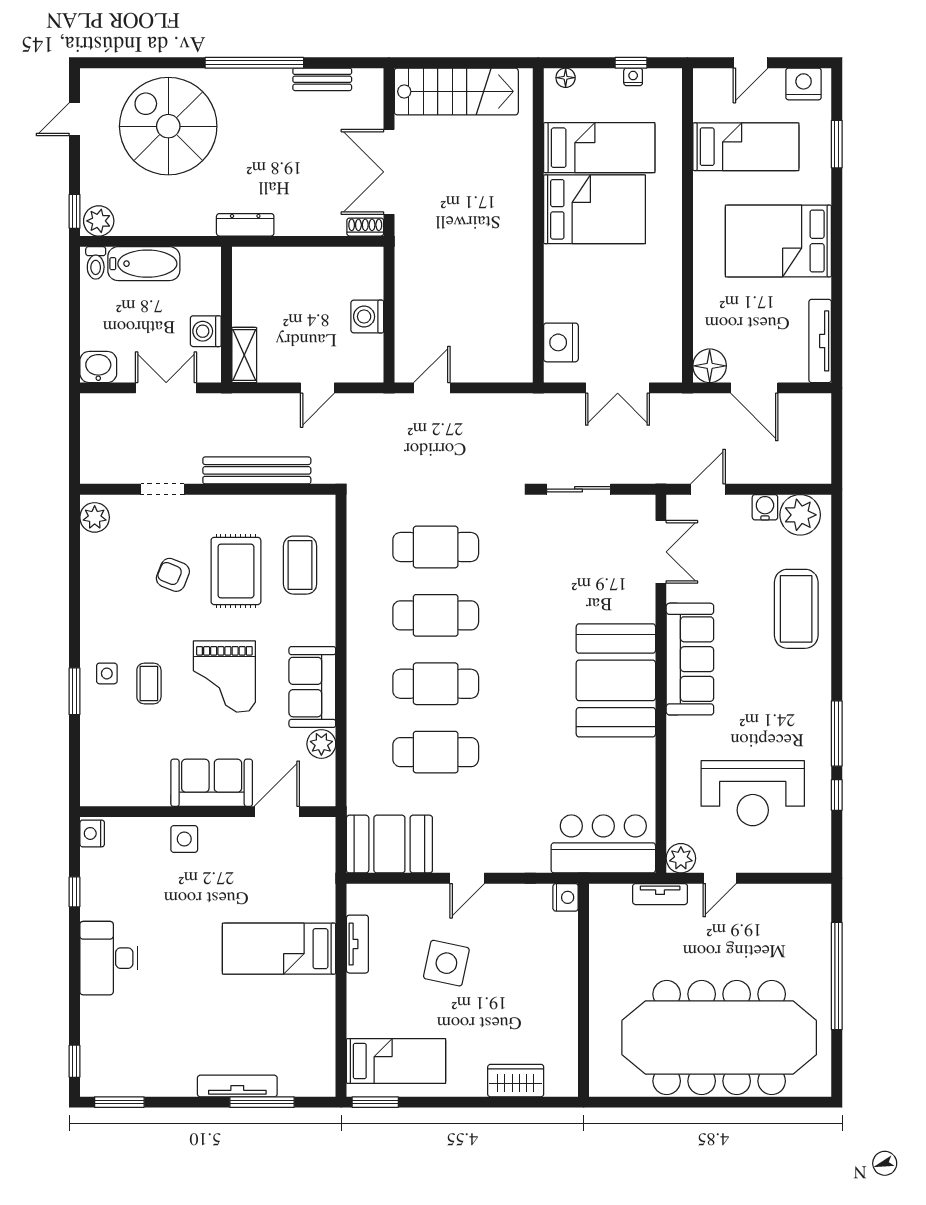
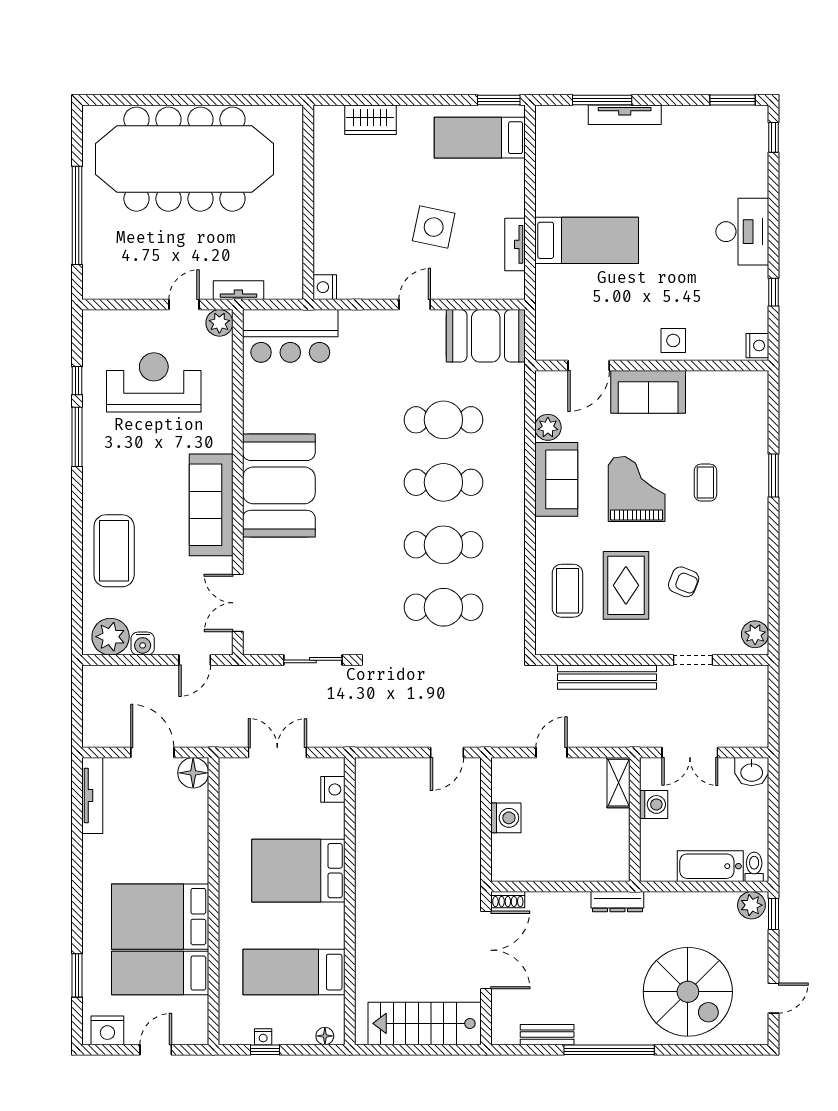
bed: (595, 209) -> (298, 871), moved
bed: (778, 241) -> (160, 917), moved, turned 180
nightstand: (561, 342) -> (333, 789), width x0.74, depth x0.75
side table: (107, 673) -> (744, 492), removed

